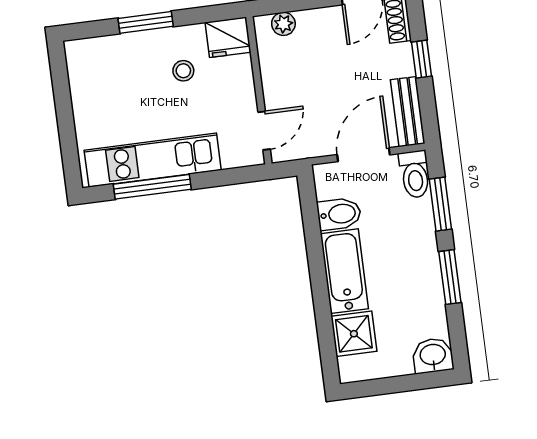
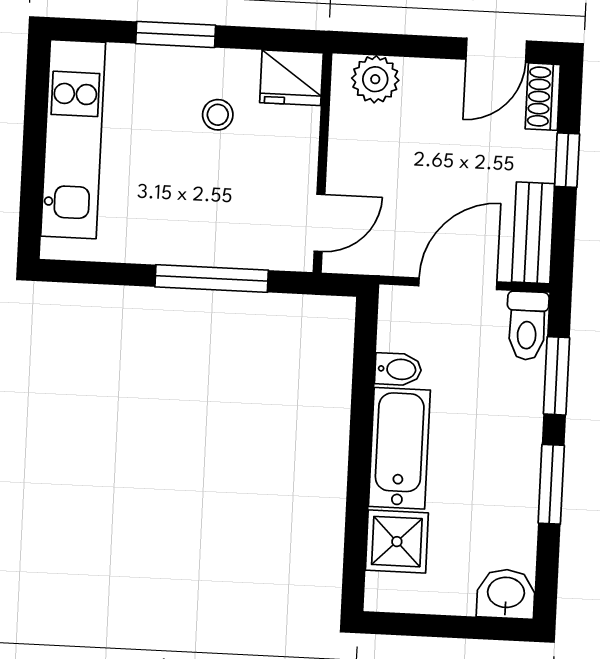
plant: (283, 24) -> (375, 79), width x1.38, depth x1.38
kitchen unit: (153, 160) -> (73, 139), moved, turned 90
window: (152, 187) -> (212, 278), moved
bidet: (339, 214) -> (398, 369), width x0.72, depth x0.74

